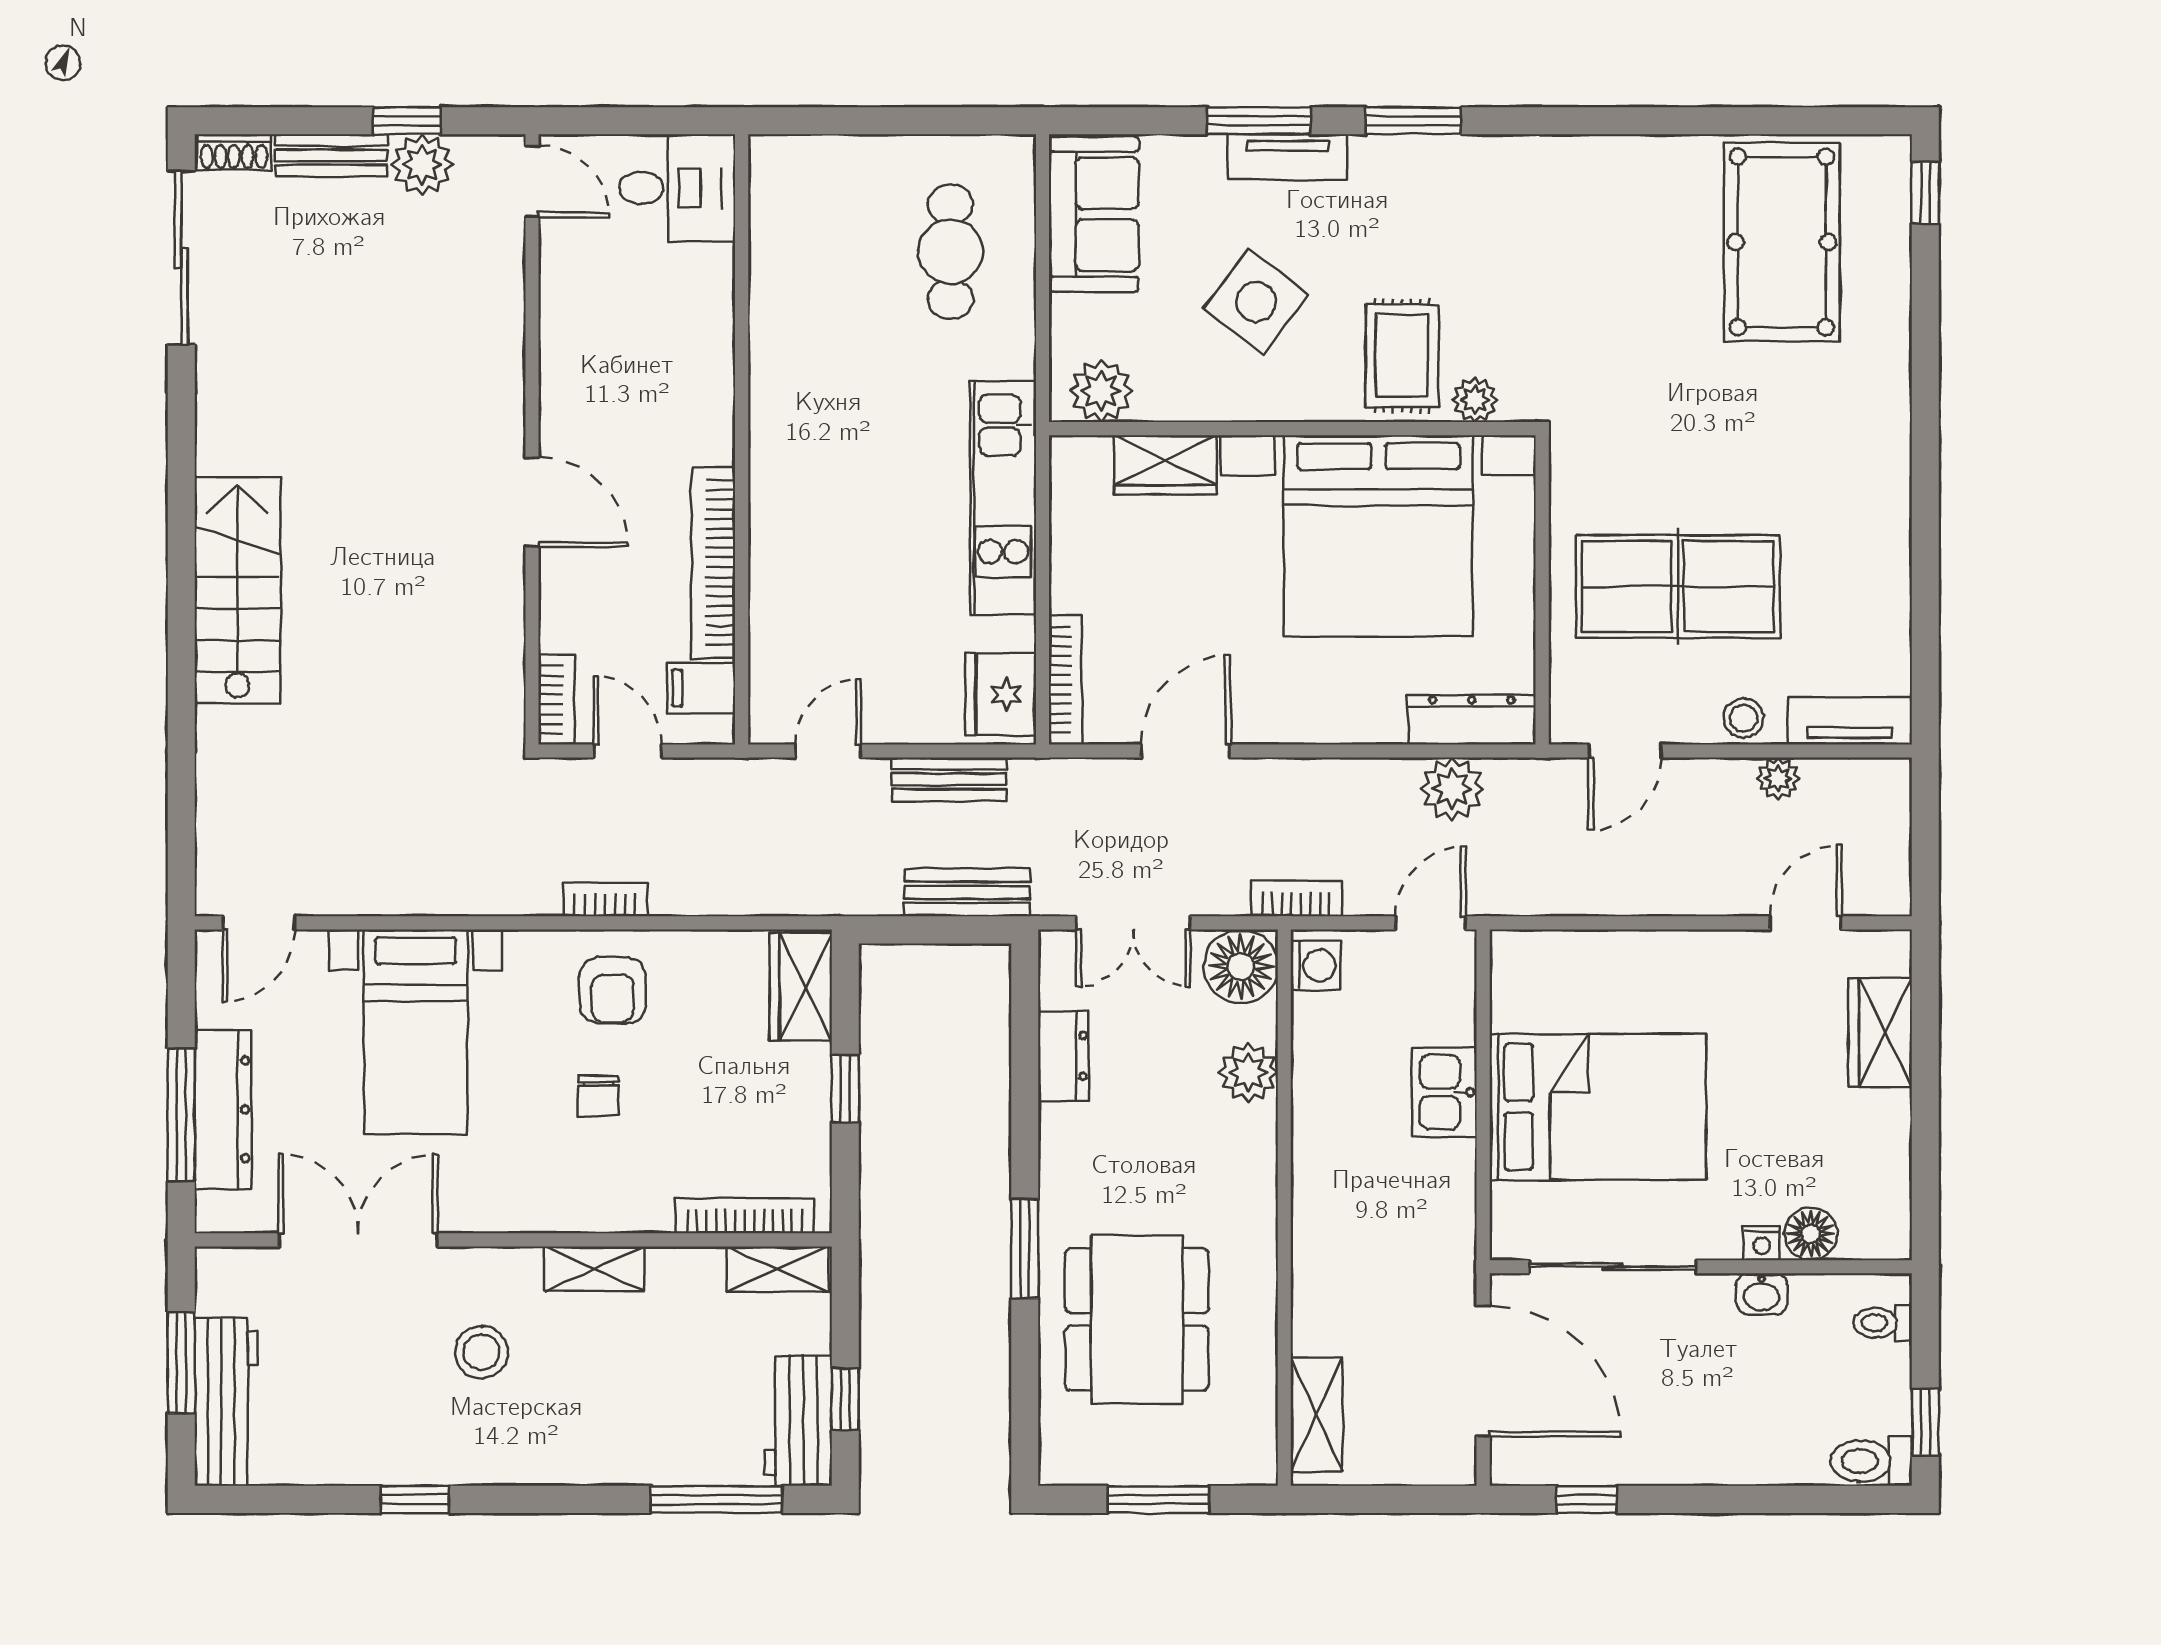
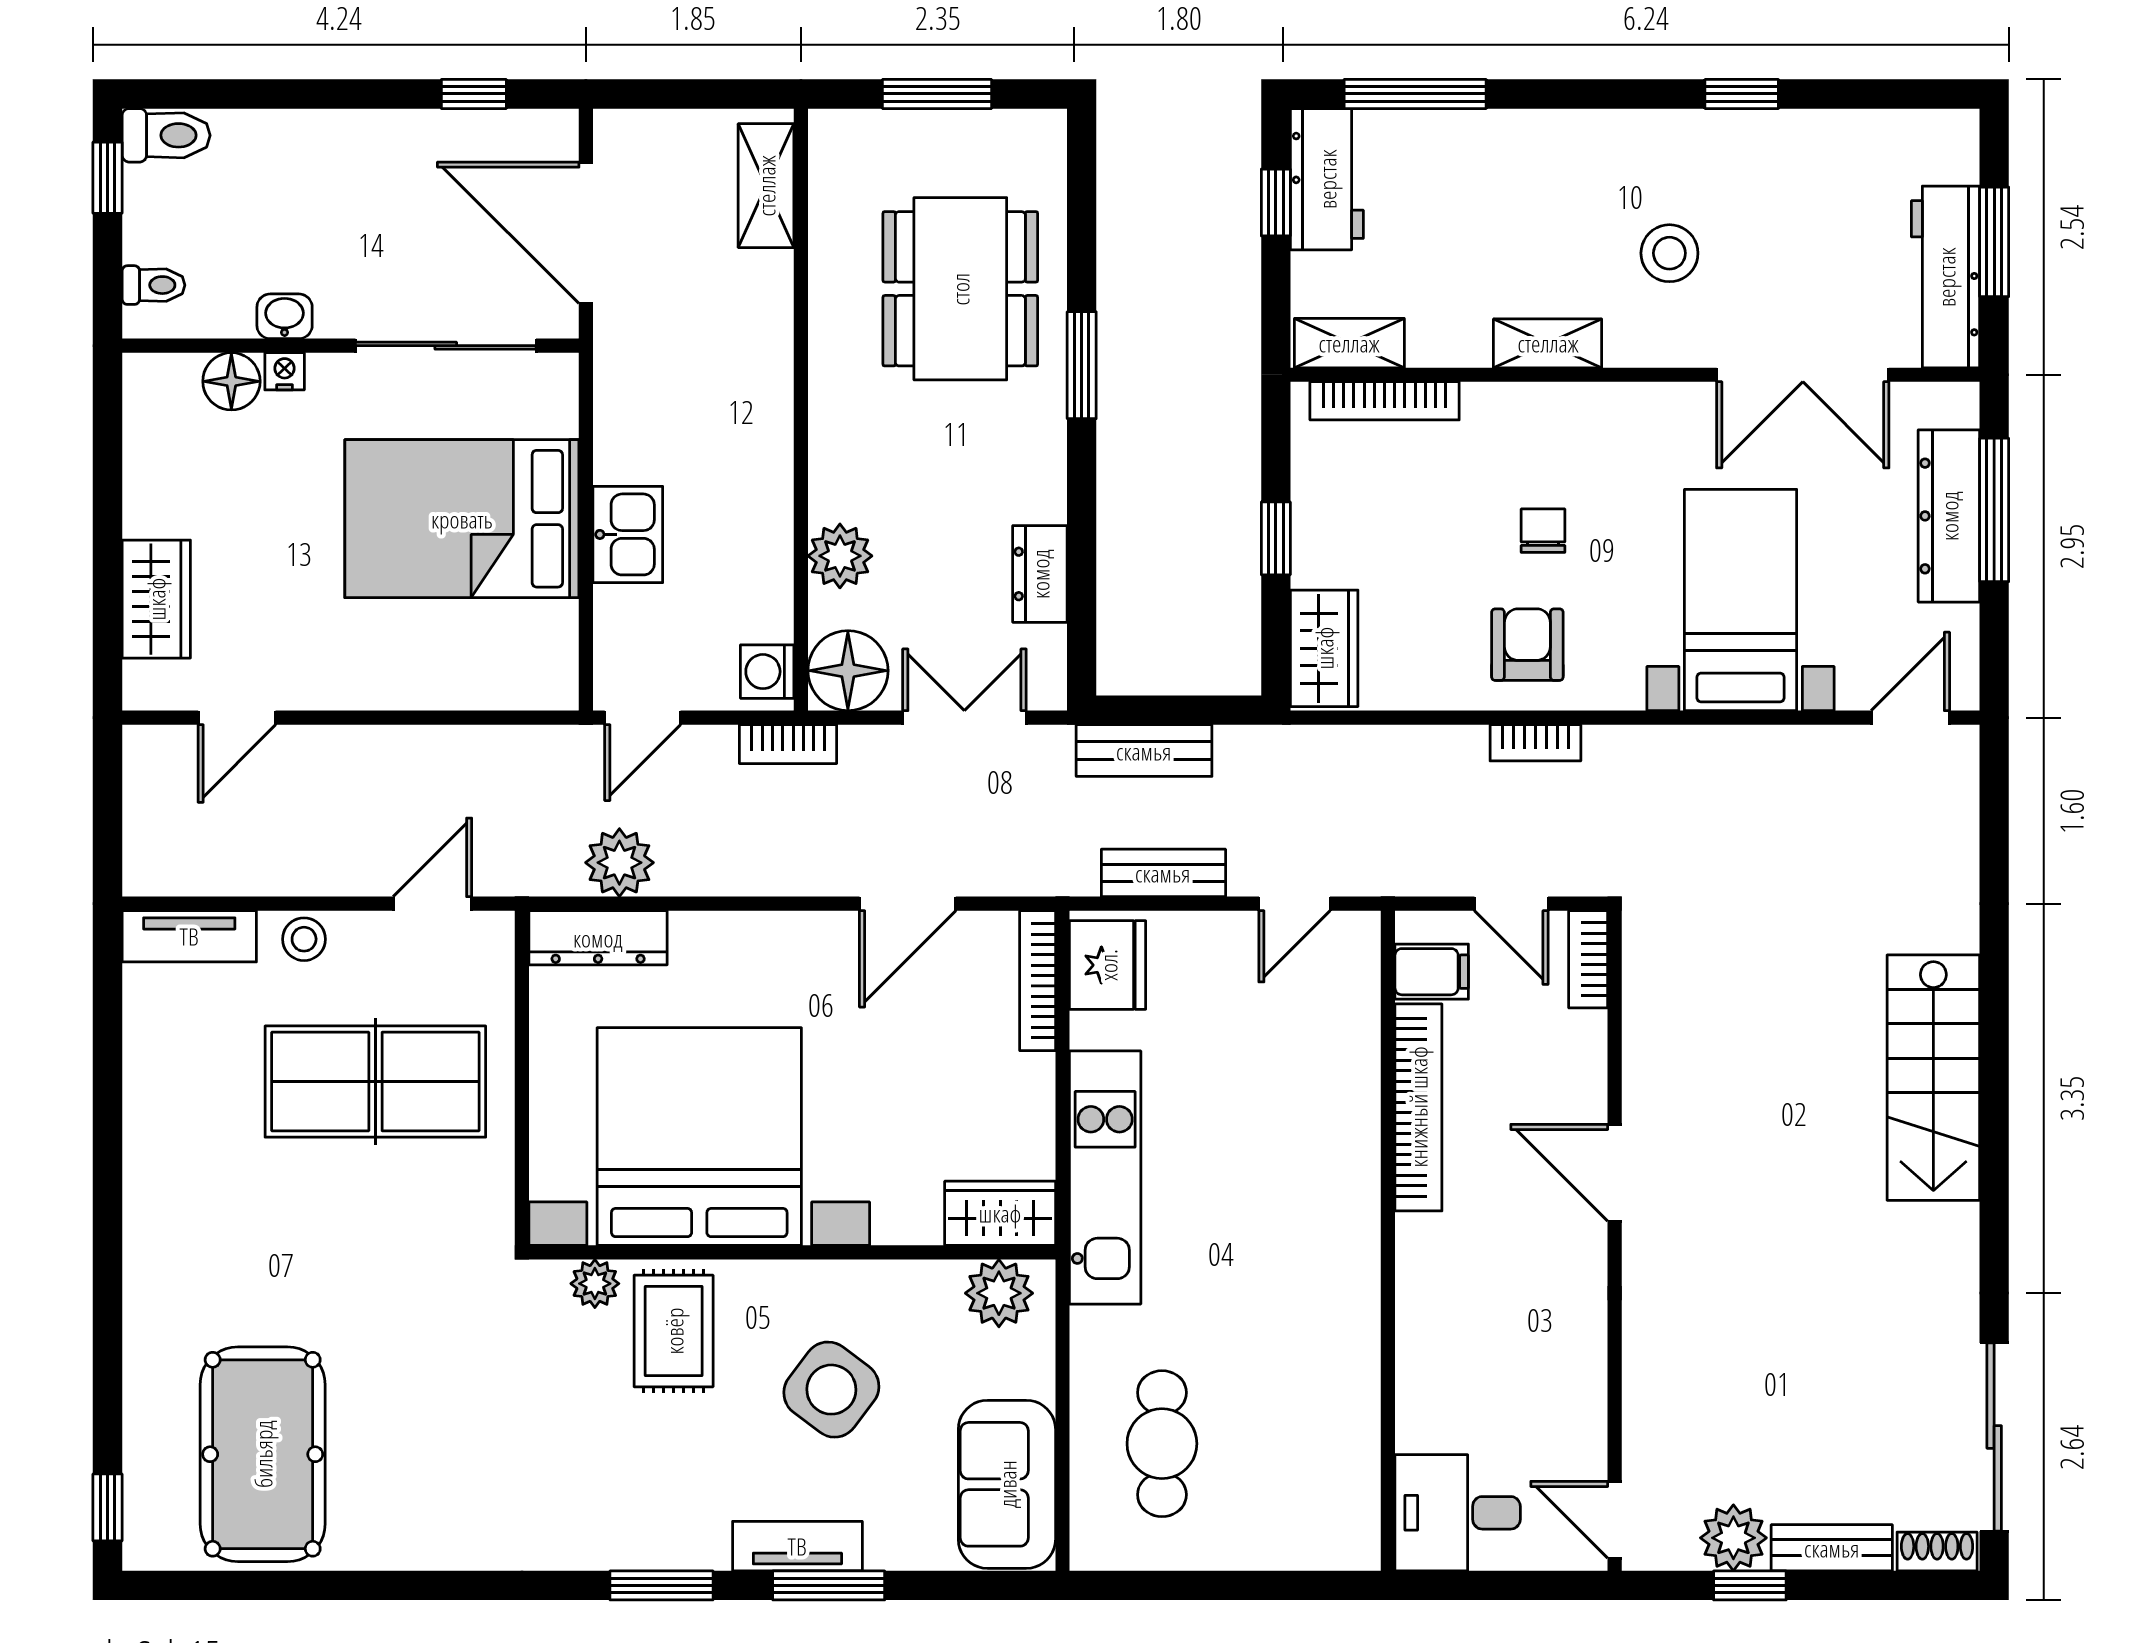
wardrobe: (1165, 465) -> (1000, 1213), moved
plant: (1778, 778) -> (267, 874), removed
workbench: (226, 1402) -> (1946, 277), moved

